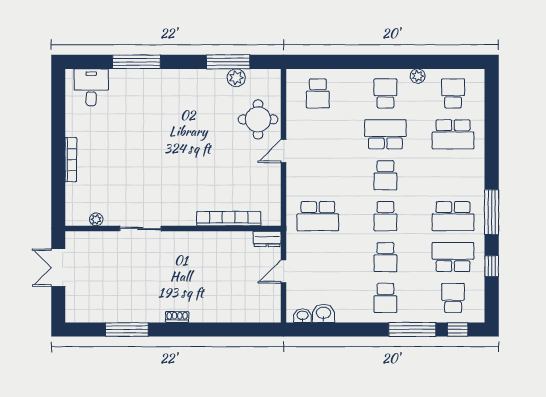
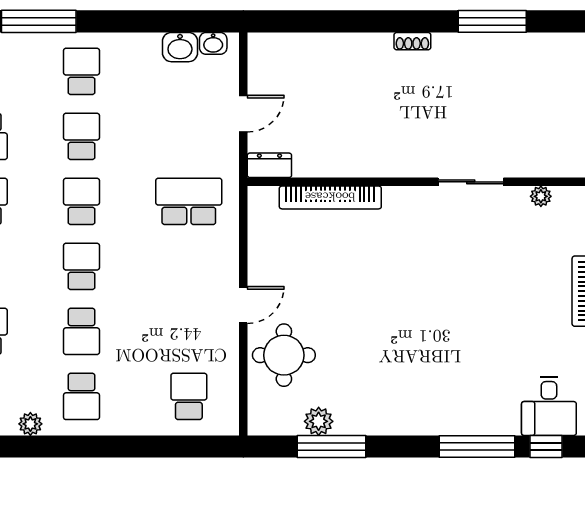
window: (93, 62) -> (546, 447), added
school desk: (385, 134) -> (81, 331), width x0.54

